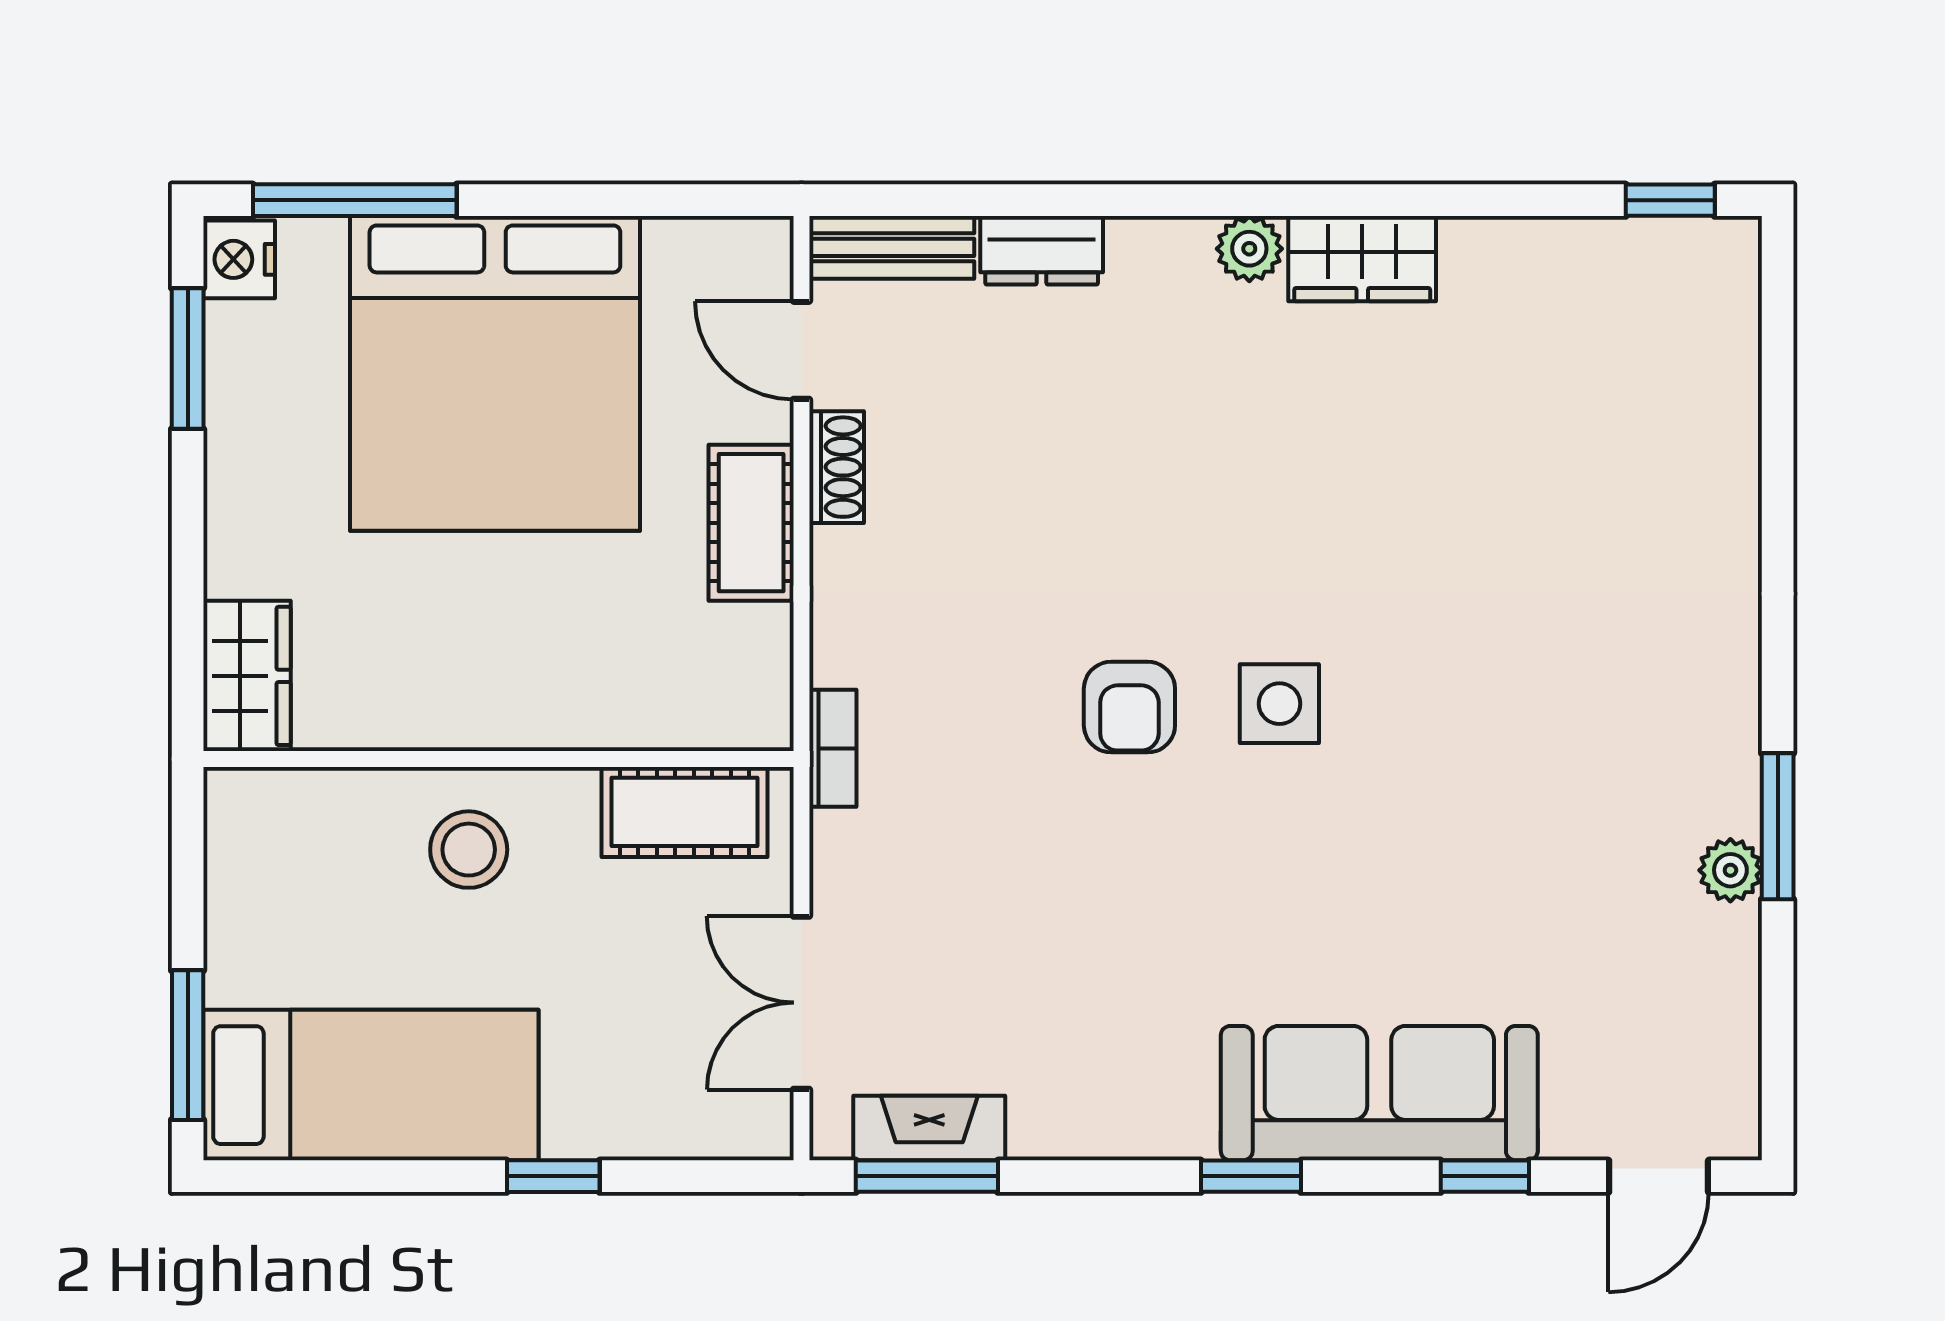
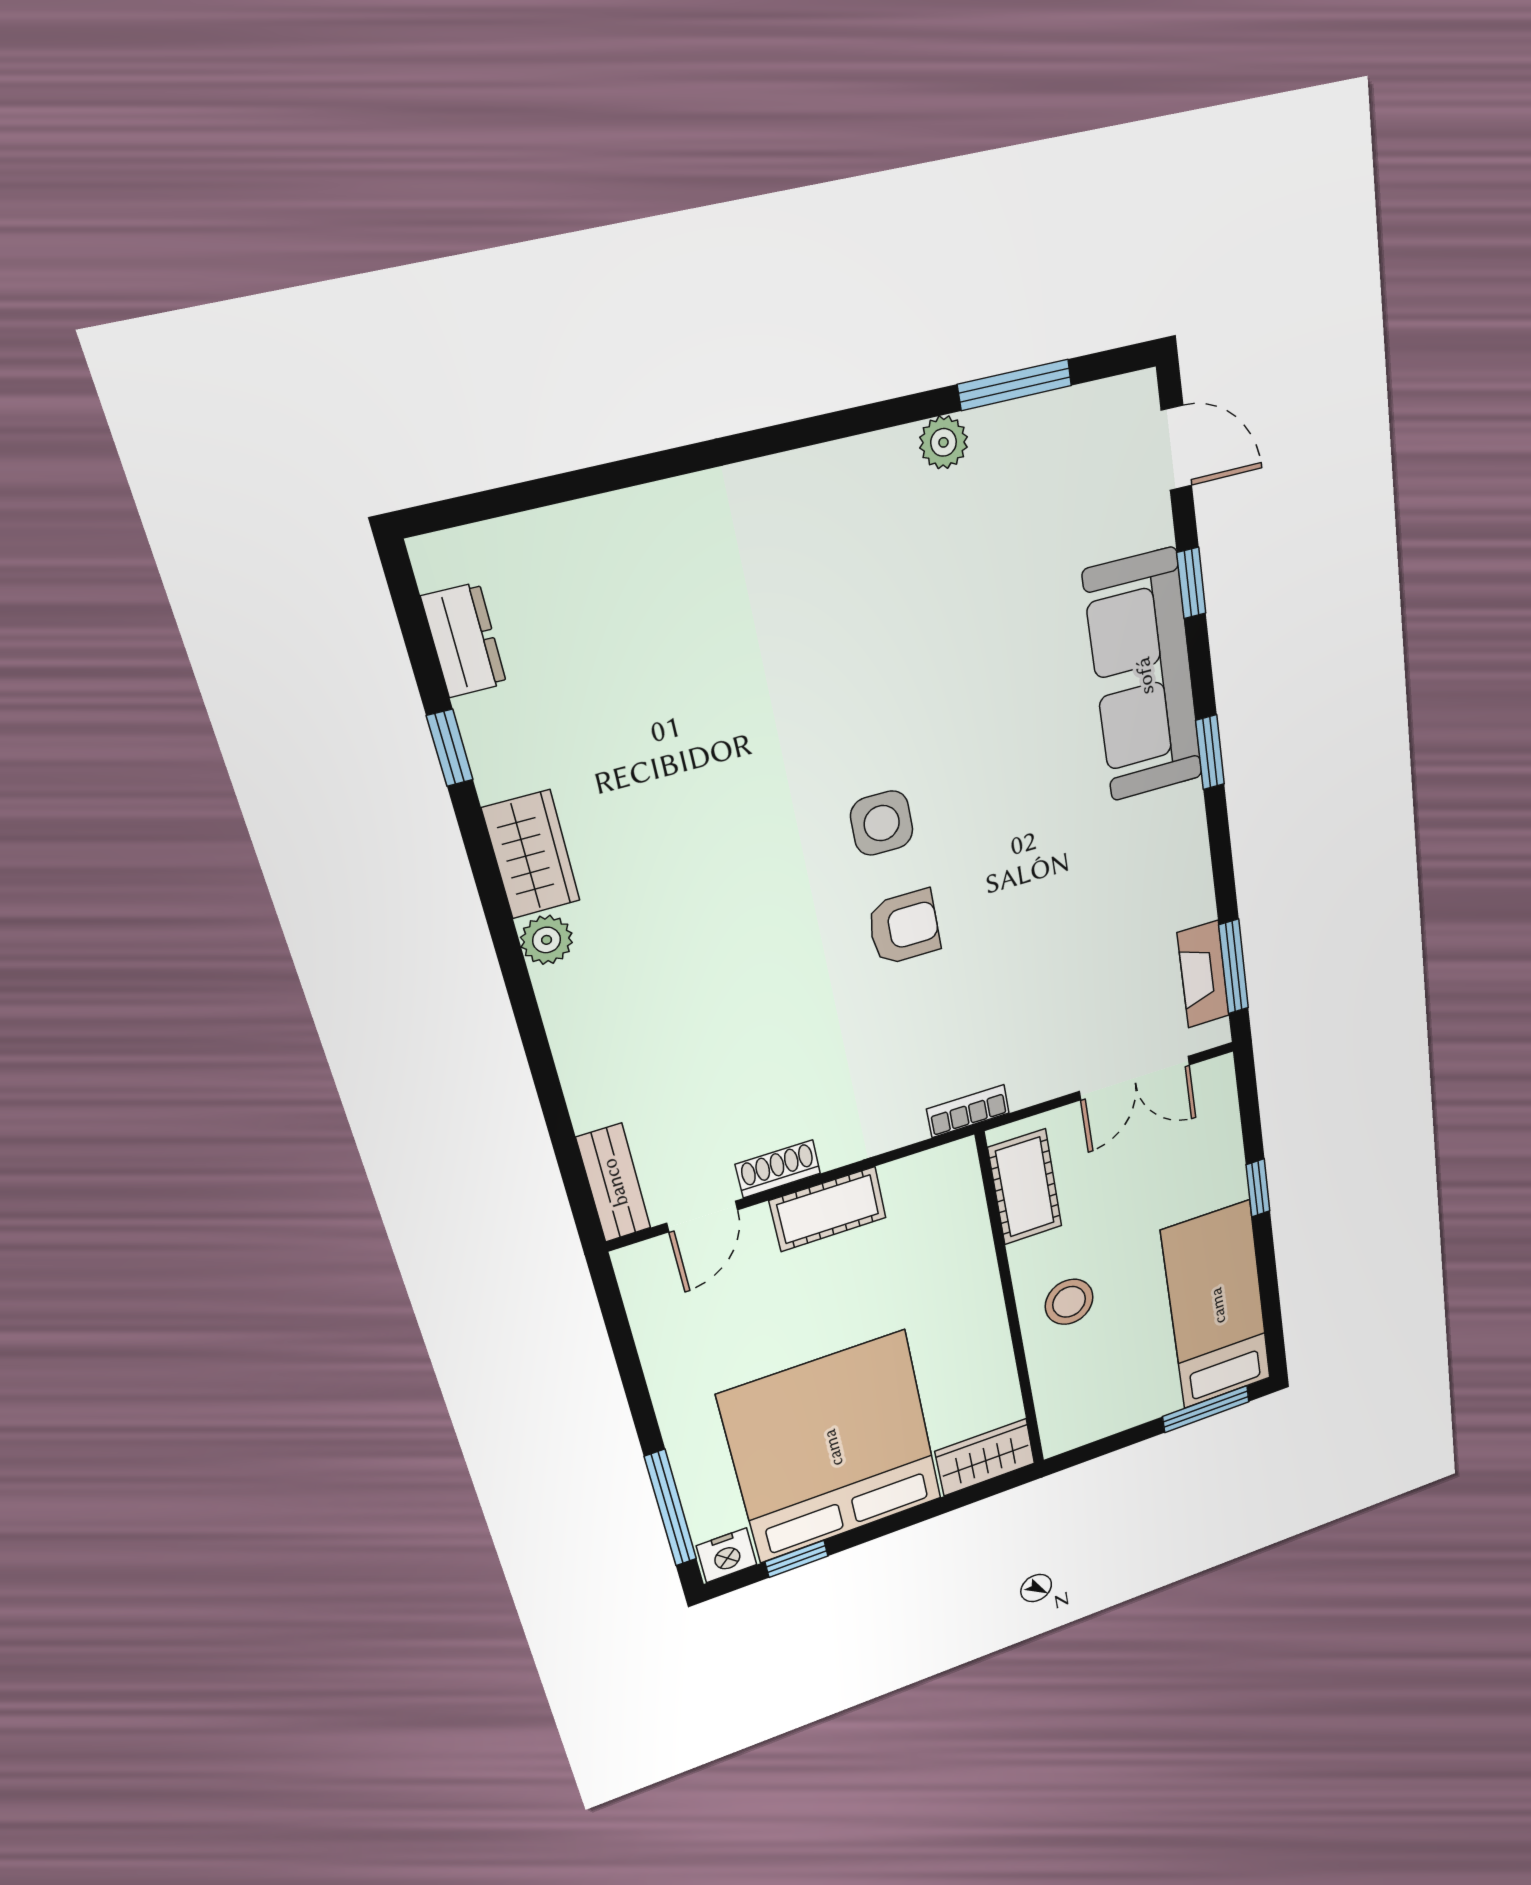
window: (1670, 200) -> (450, 748), moved
dresser: (1042, 250) -> (464, 640), moved
window: (188, 358) -> (797, 1559), width x0.67
bed: (495, 373) -> (832, 1448), moved, turned -90
window: (1778, 826) -> (1015, 385), moved

